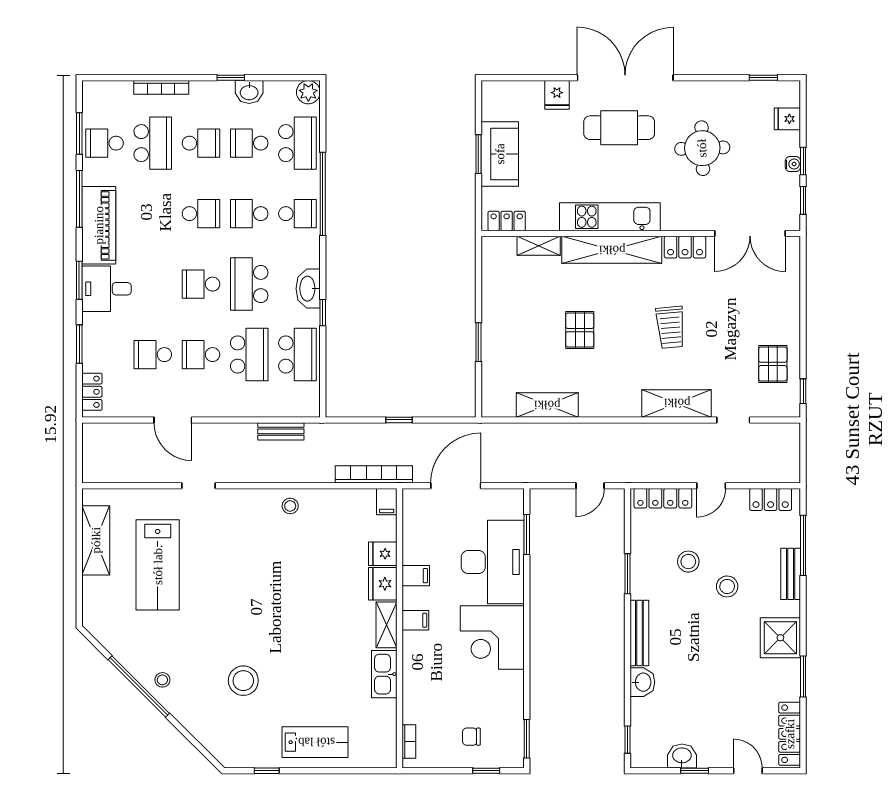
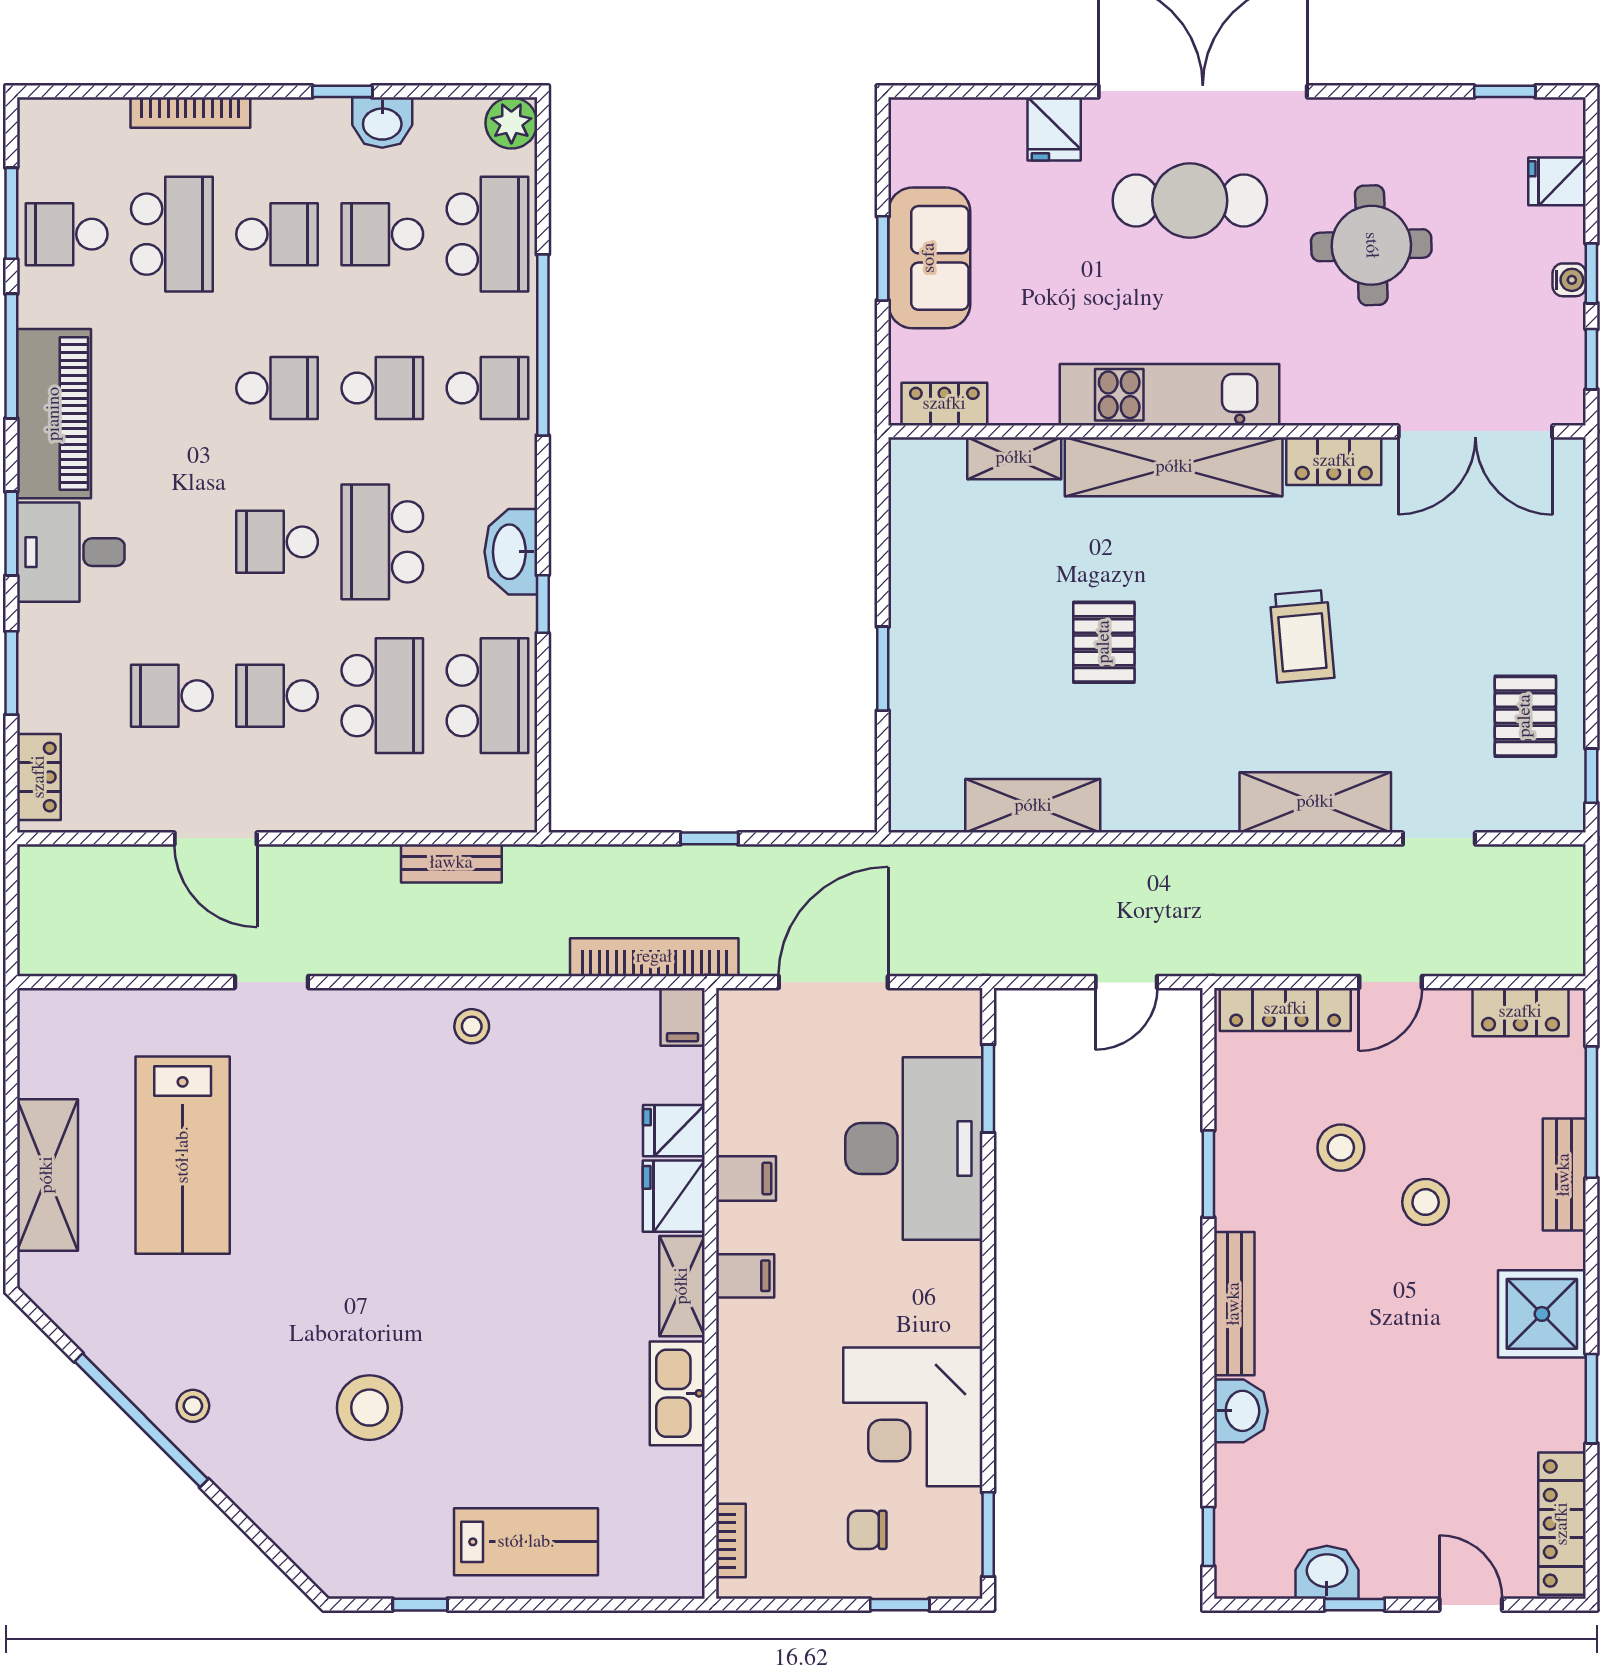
school desk: (249, 214) -> (382, 388), turned 180
shelving: (96, 540) -> (47, 1175), moved
corner desk: (492, 637) -> (913, 1417), moved

